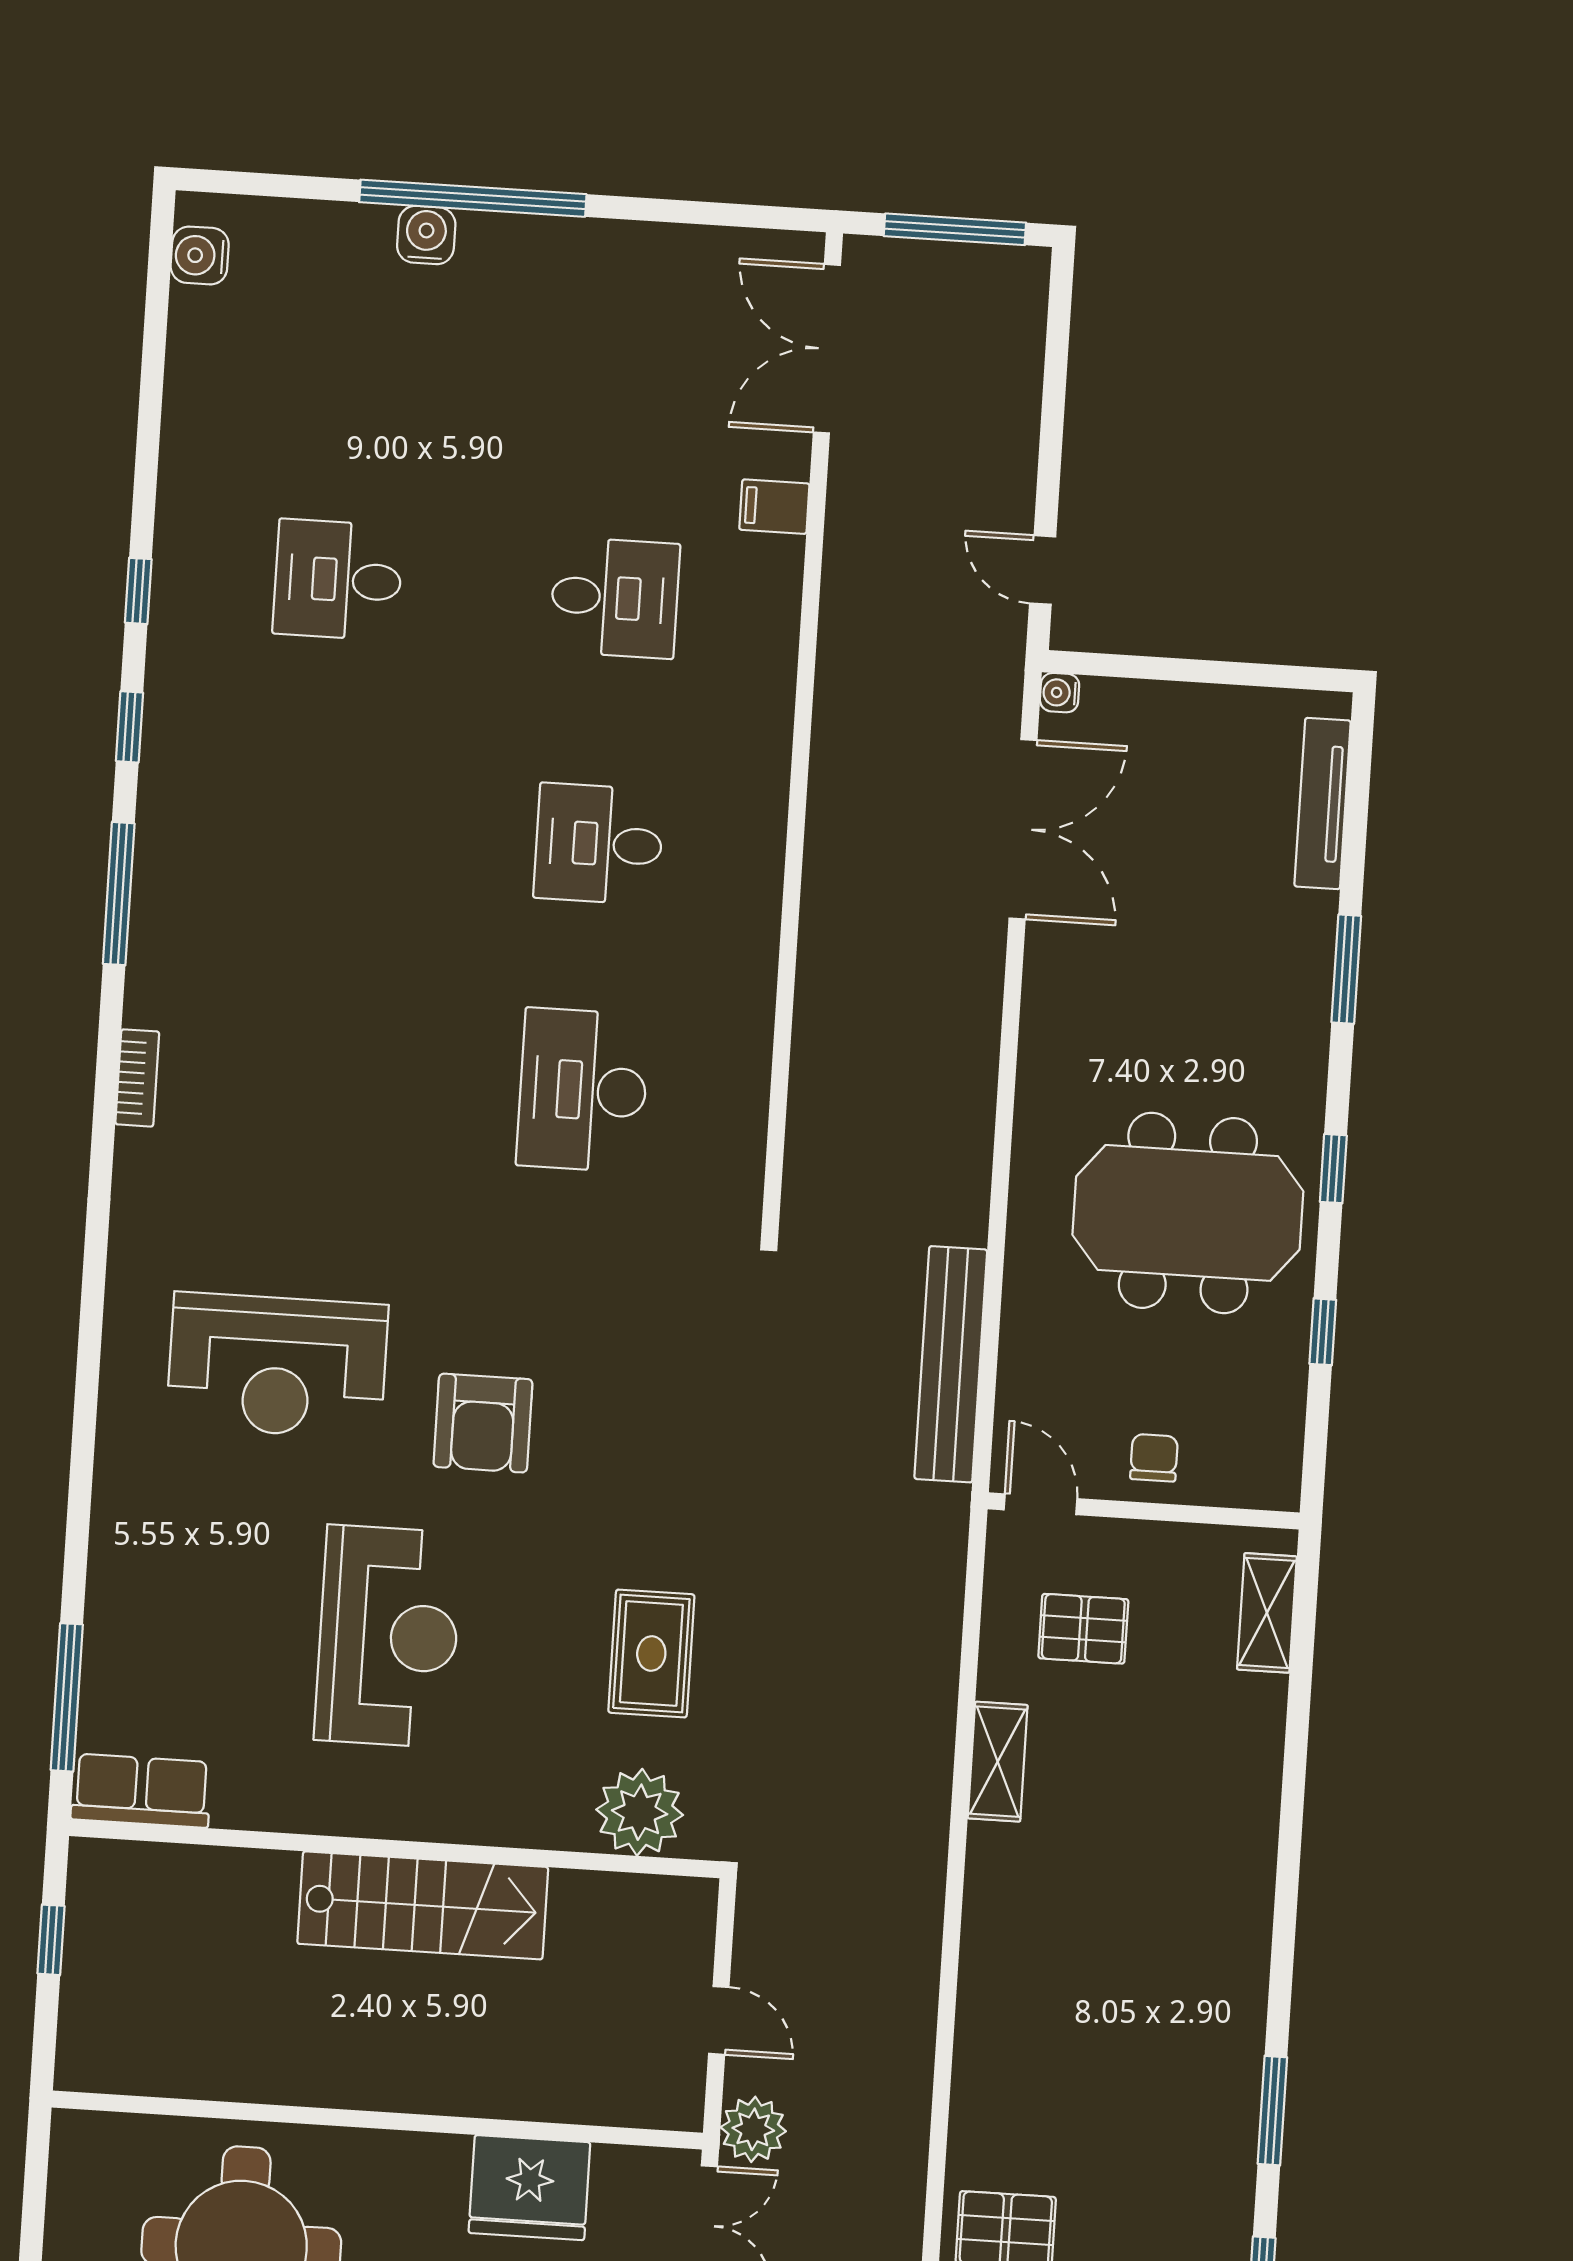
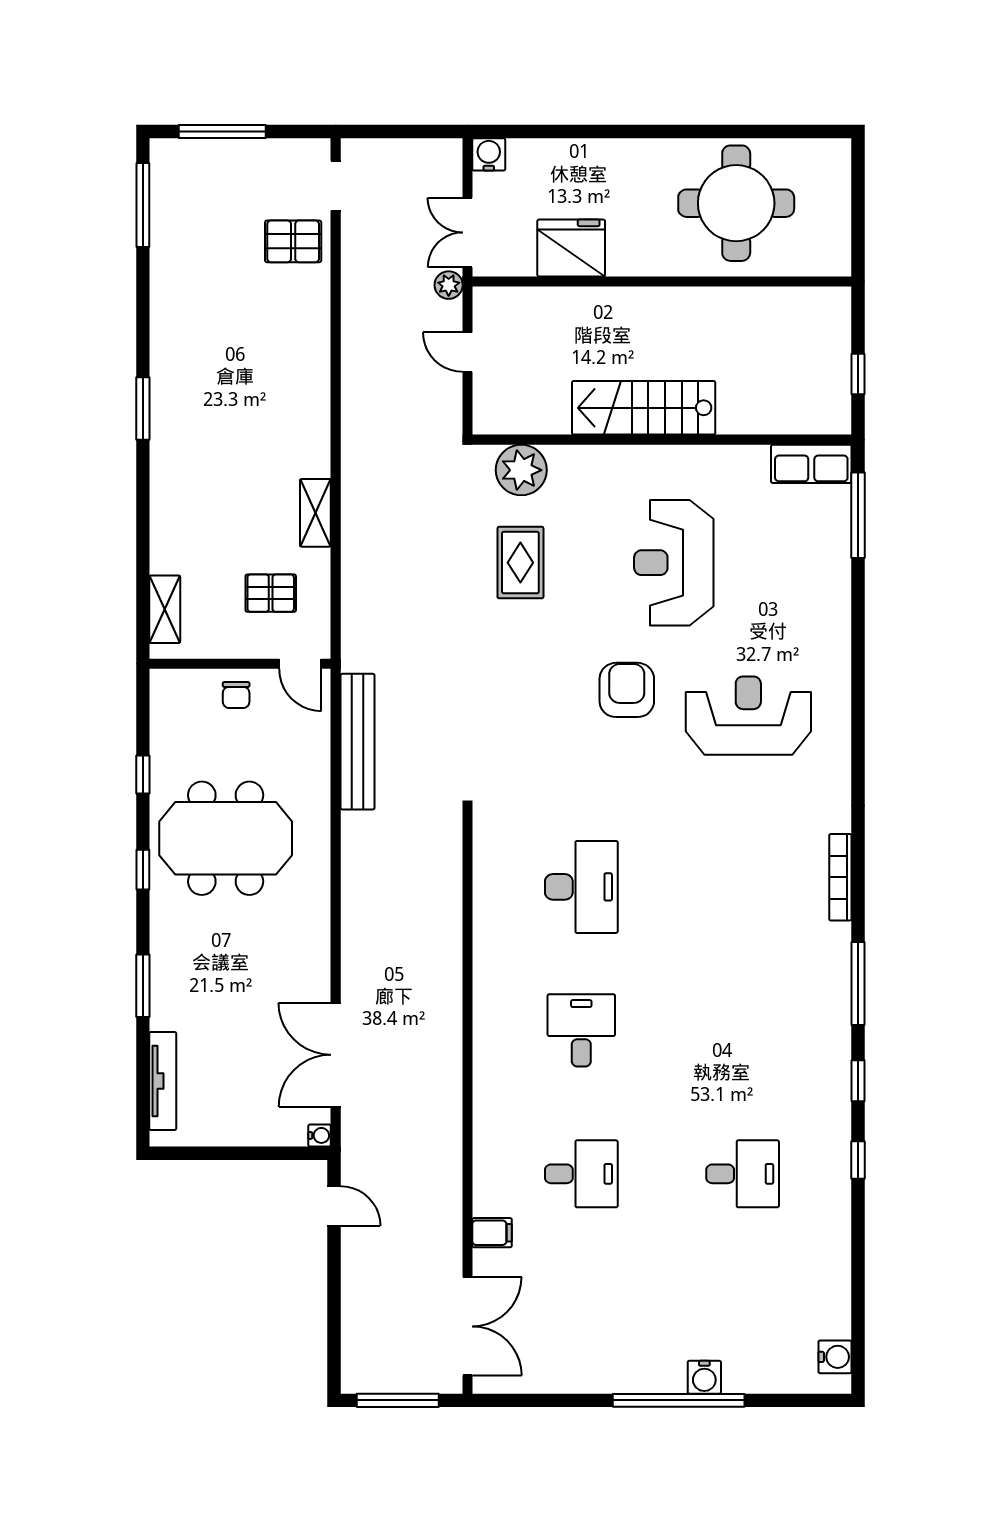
desk: (615, 598) -> (581, 1174), turned 180
desk: (599, 844) -> (581, 1030), turned -90
bookcase: (137, 1078) -> (840, 877), width x1.56
window: (1272, 2111) -> (143, 408), moved
plant: (753, 2129) -> (449, 285), width x0.73, depth x0.73

